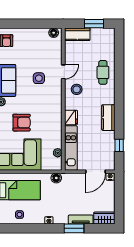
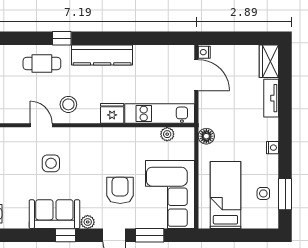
kitchen counter: (108, 118) -> (102, 55), width x1.50
window: (119, 145) -> (62, 38), moved
window: (74, 228) -> (285, 194), moved

